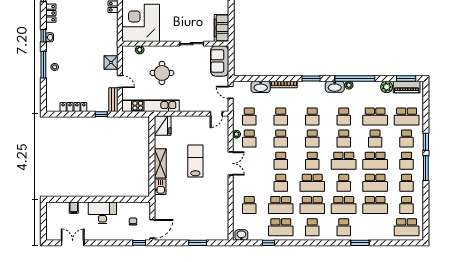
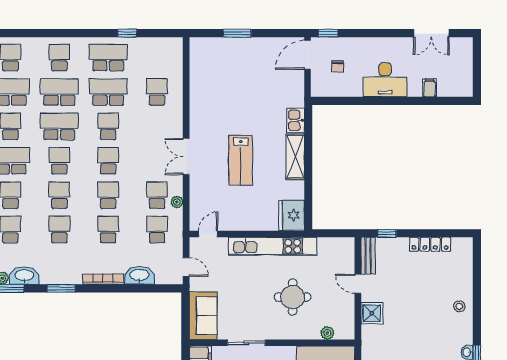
window: (43, 65) -> (477, 310), removed
kitchen unit: (151, 106) -> (272, 246), moved
washbasin: (241, 235) -> (169, 45), removed

